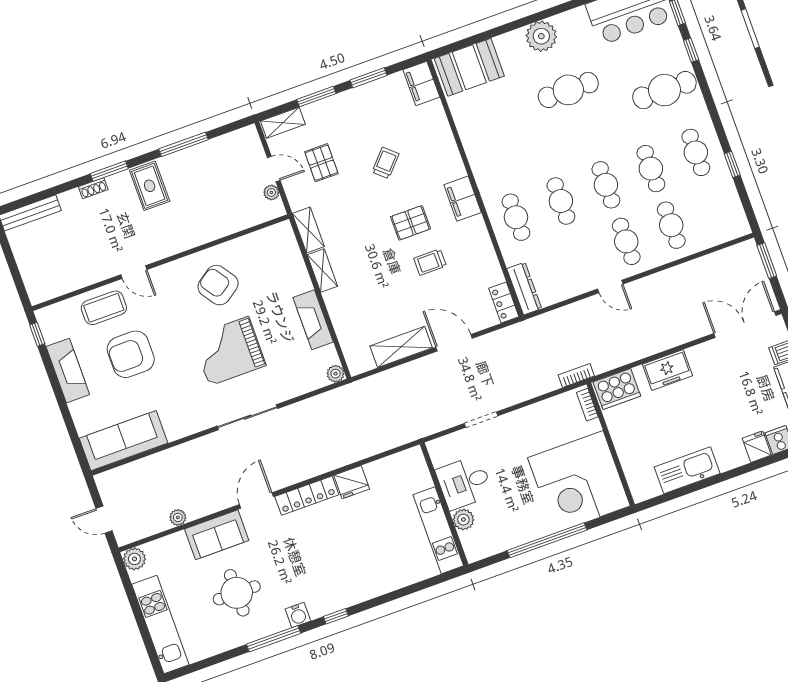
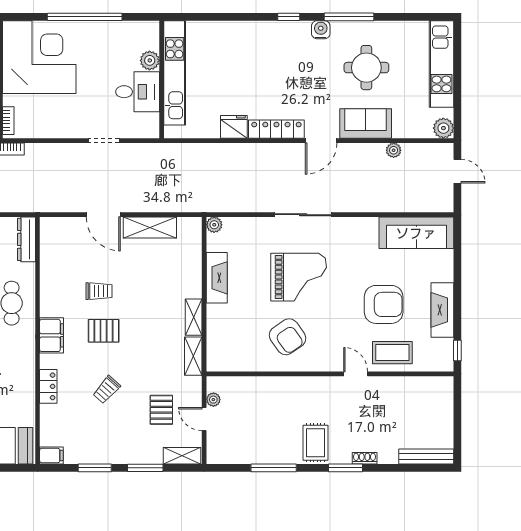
filing cabinet: (421, 83) -> (51, 455), width x0.50
locker: (504, 303) -> (48, 386), moved
kitchen unit: (438, 530) -> (175, 73), width x1.36

